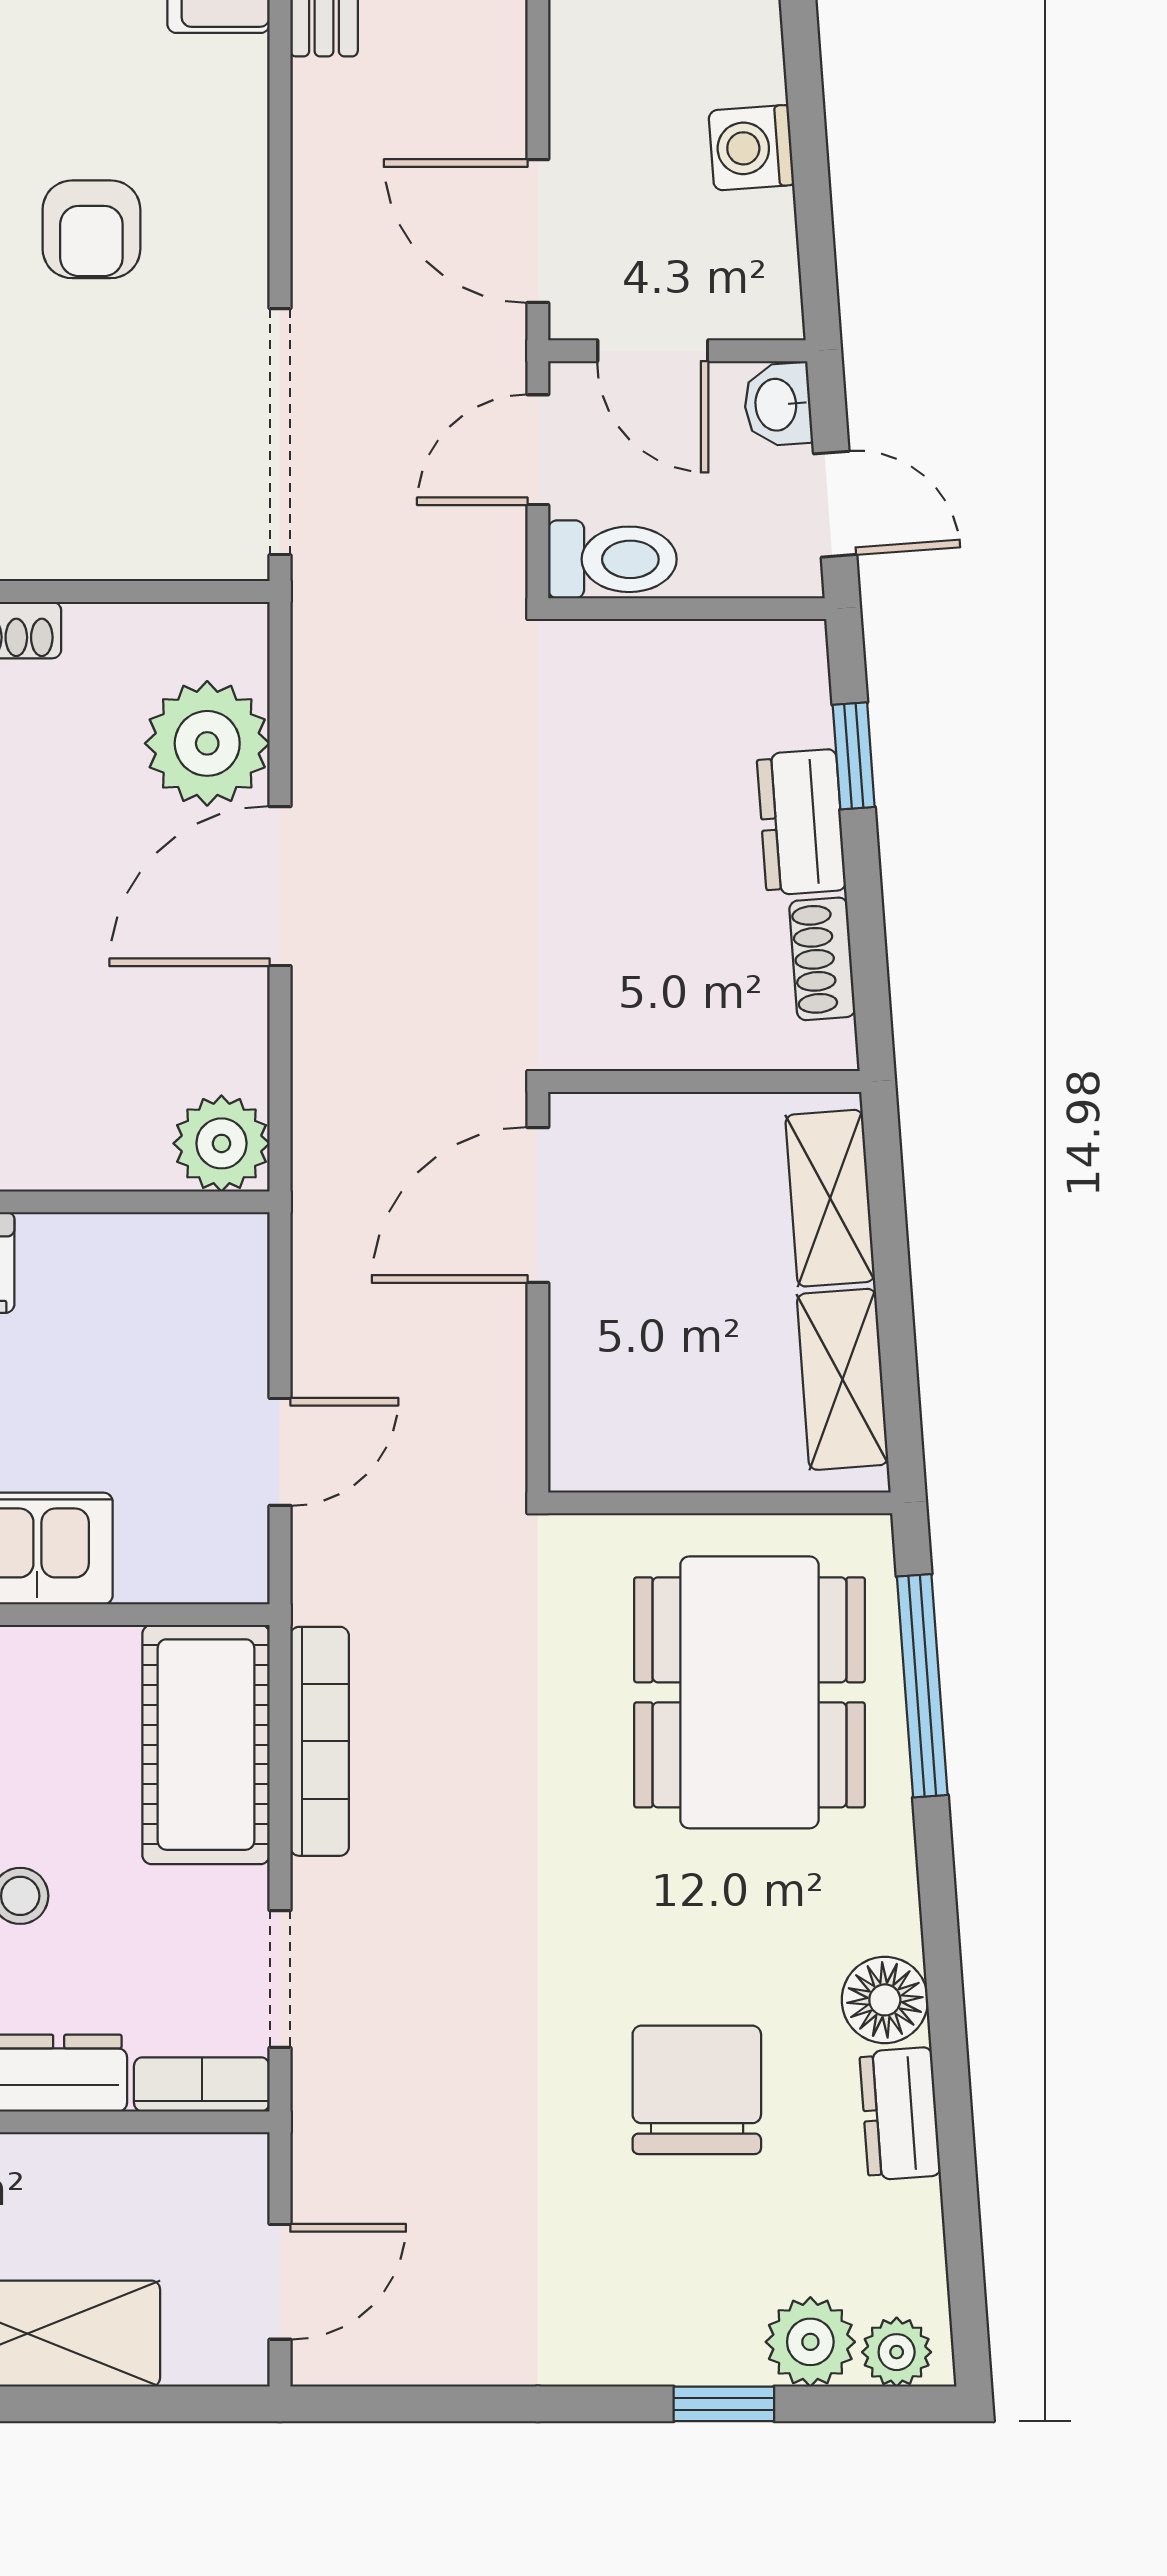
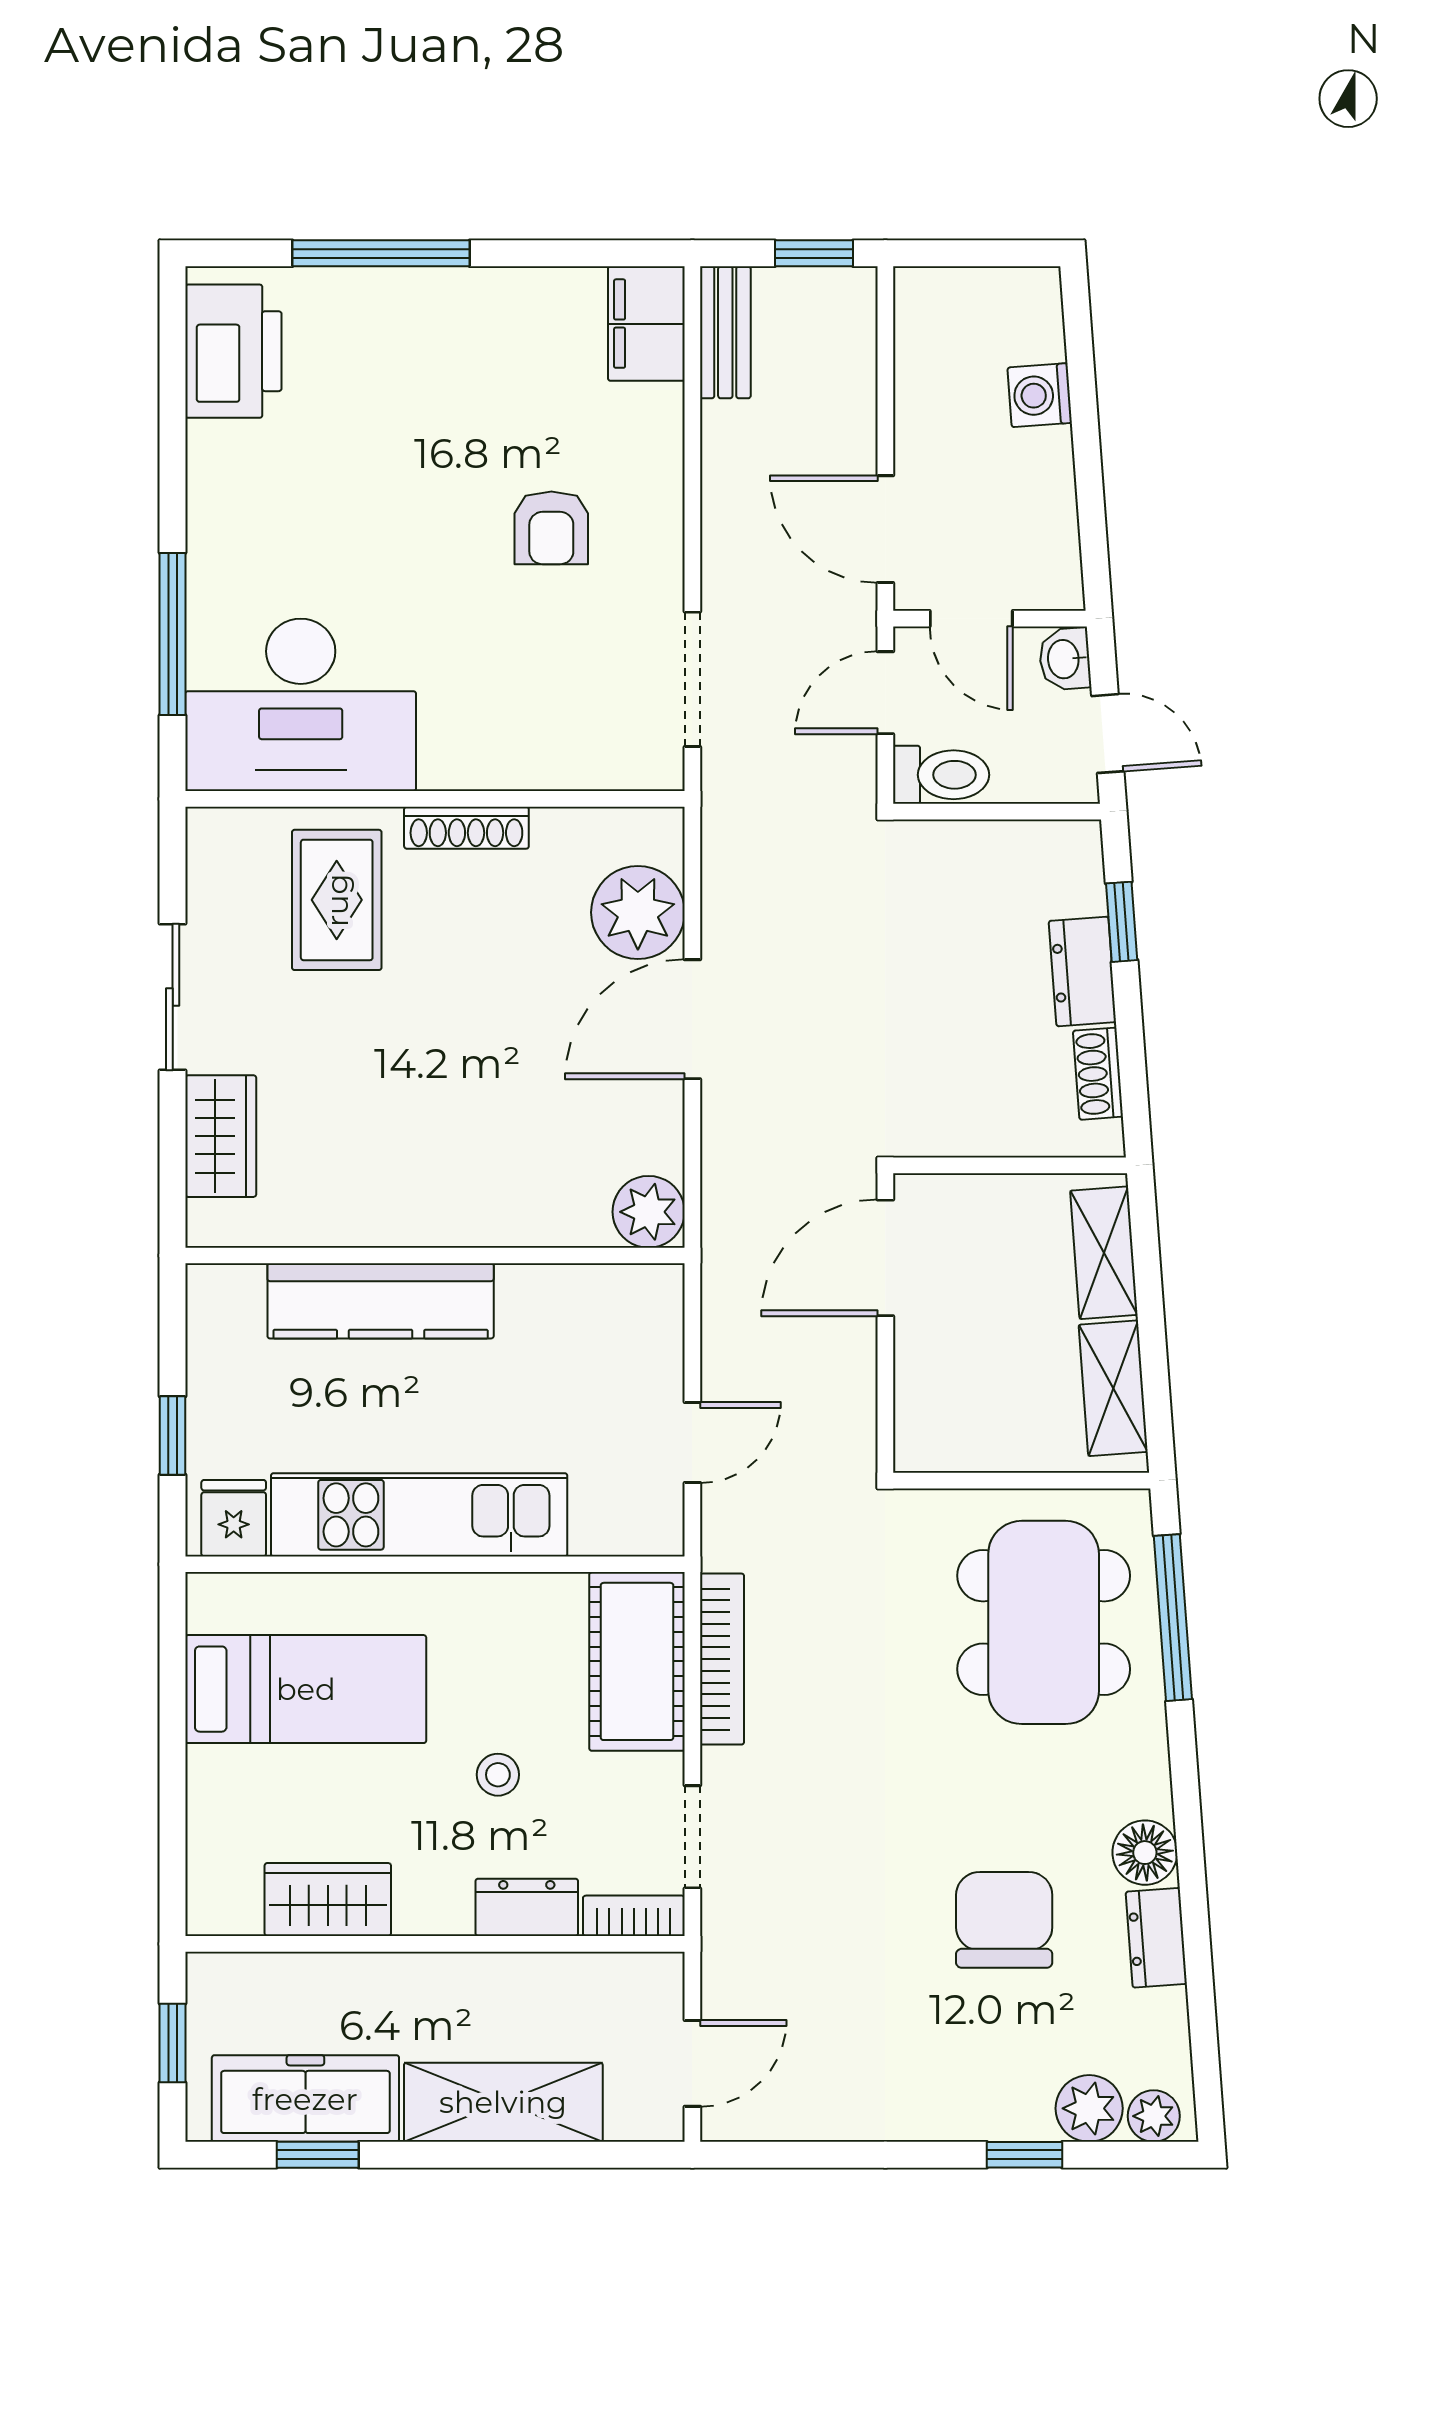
washing machine: (751, 148) -> (1040, 395), moved
doorway: (280, 432) -> (692, 679), width x0.73

